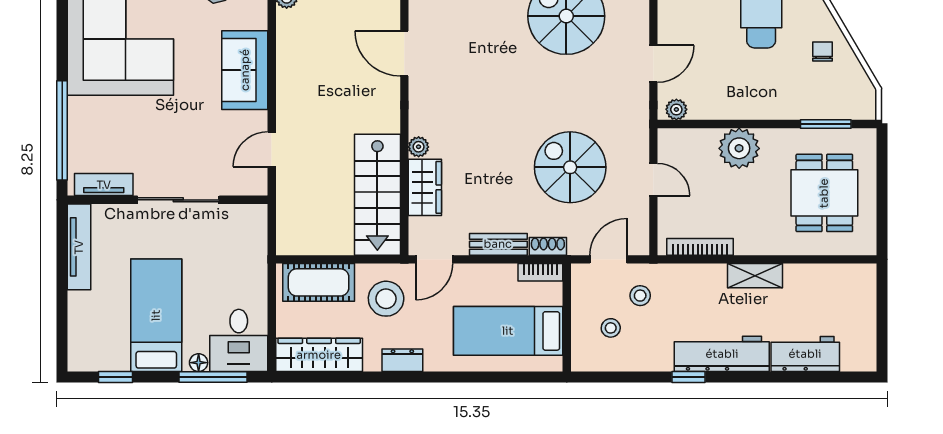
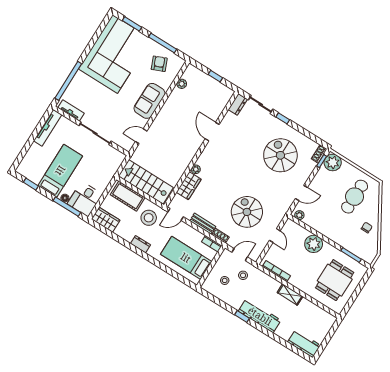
stairs: (377, 195) -> (146, 182), moved, turned 90
workbench: (805, 354) -> (304, 344), moved
wardrobe: (319, 355) -> (106, 220), width x0.67

